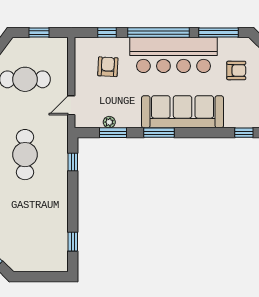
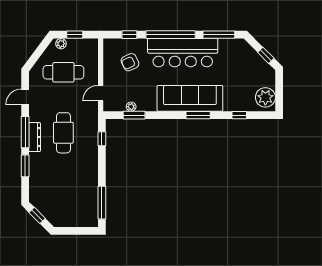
plant: (22, 44) -> (61, 44), added
armchair: (108, 67) -> (130, 62), turned -118
armchair: (236, 70) -> (233, 65), removed
window: (159, 133) -> (198, 115), moved
window: (73, 242) -> (102, 203), width x2.17

